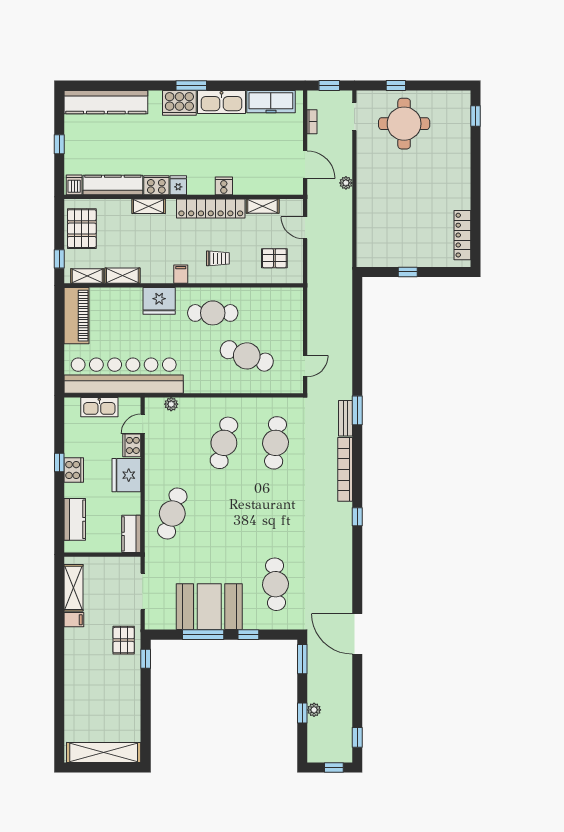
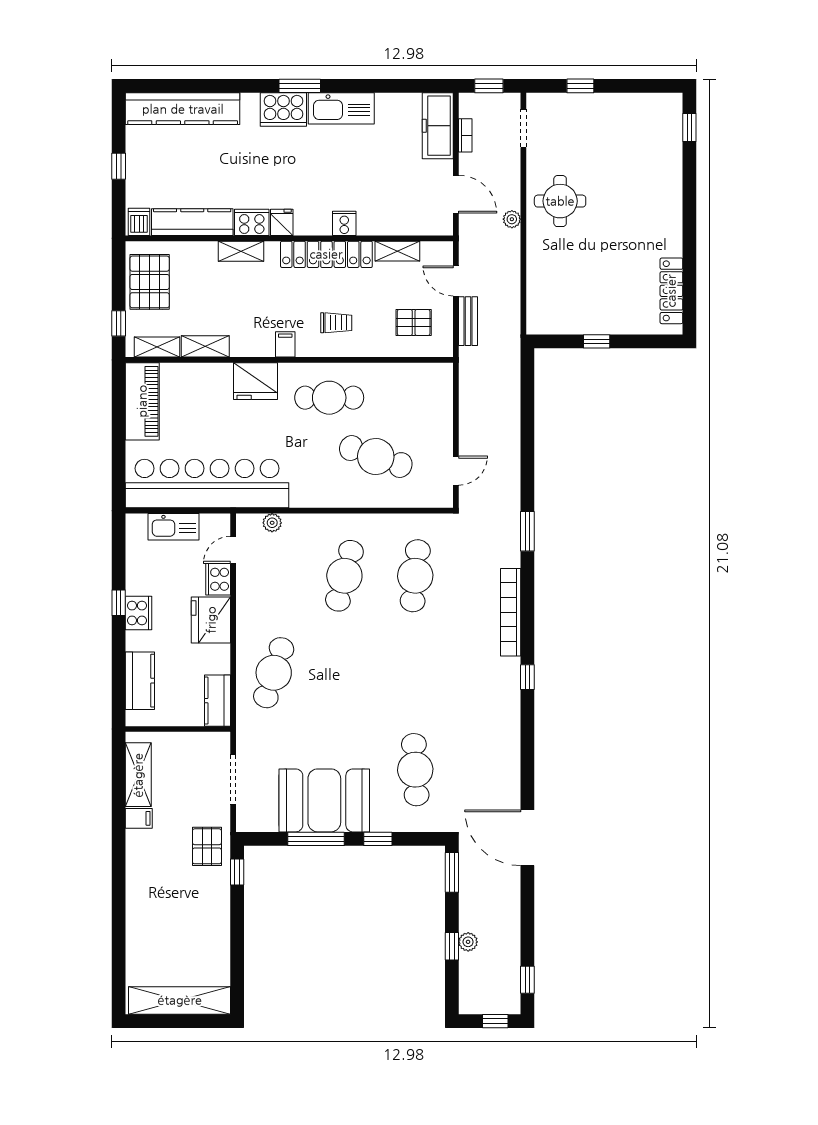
freezer: (271, 102) -> (438, 126), moved, turned 90
round table: (404, 124) -> (560, 201), moved, width x0.73, depth x0.73
bench: (346, 418) -> (468, 321), moved

